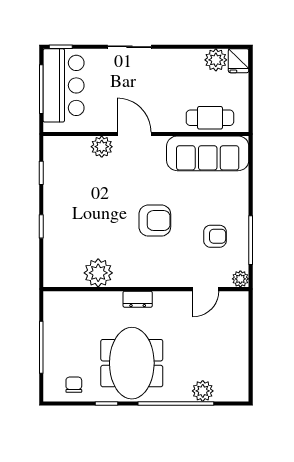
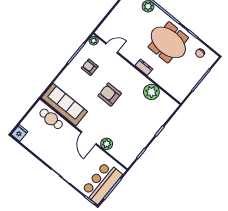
plant: (216, 60) -> (29, 141), removed
meeting table: (132, 363) -> (168, 42), turned 90

